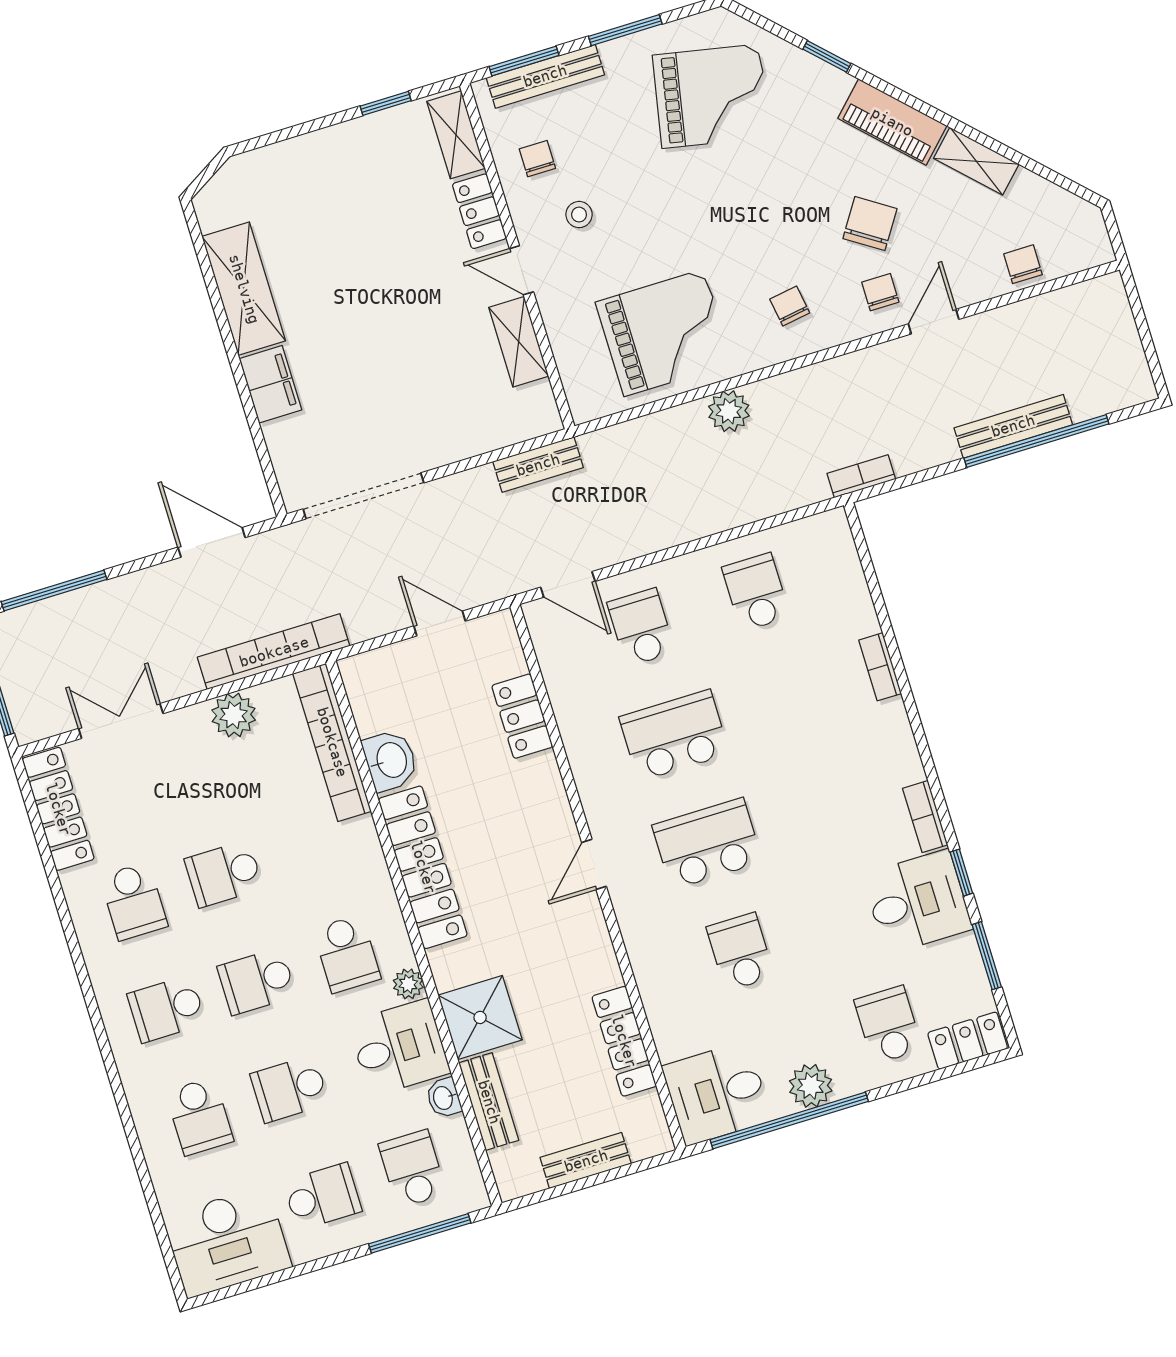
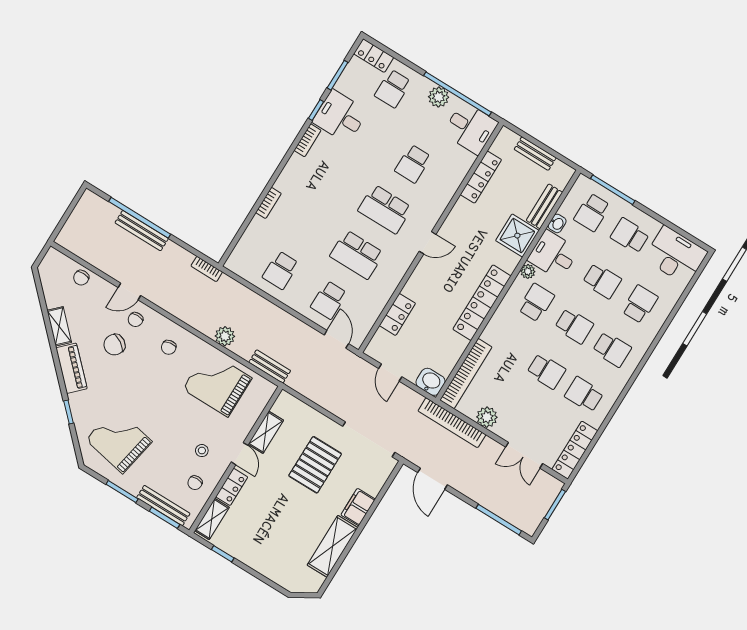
pallet: (398, 375) -> (315, 465), added
bench: (538, 465) -> (270, 366), moved
washbasin: (390, 760) -> (430, 382), moved, turned 90
school desk: (134, 901) -> (584, 395), turned -90

